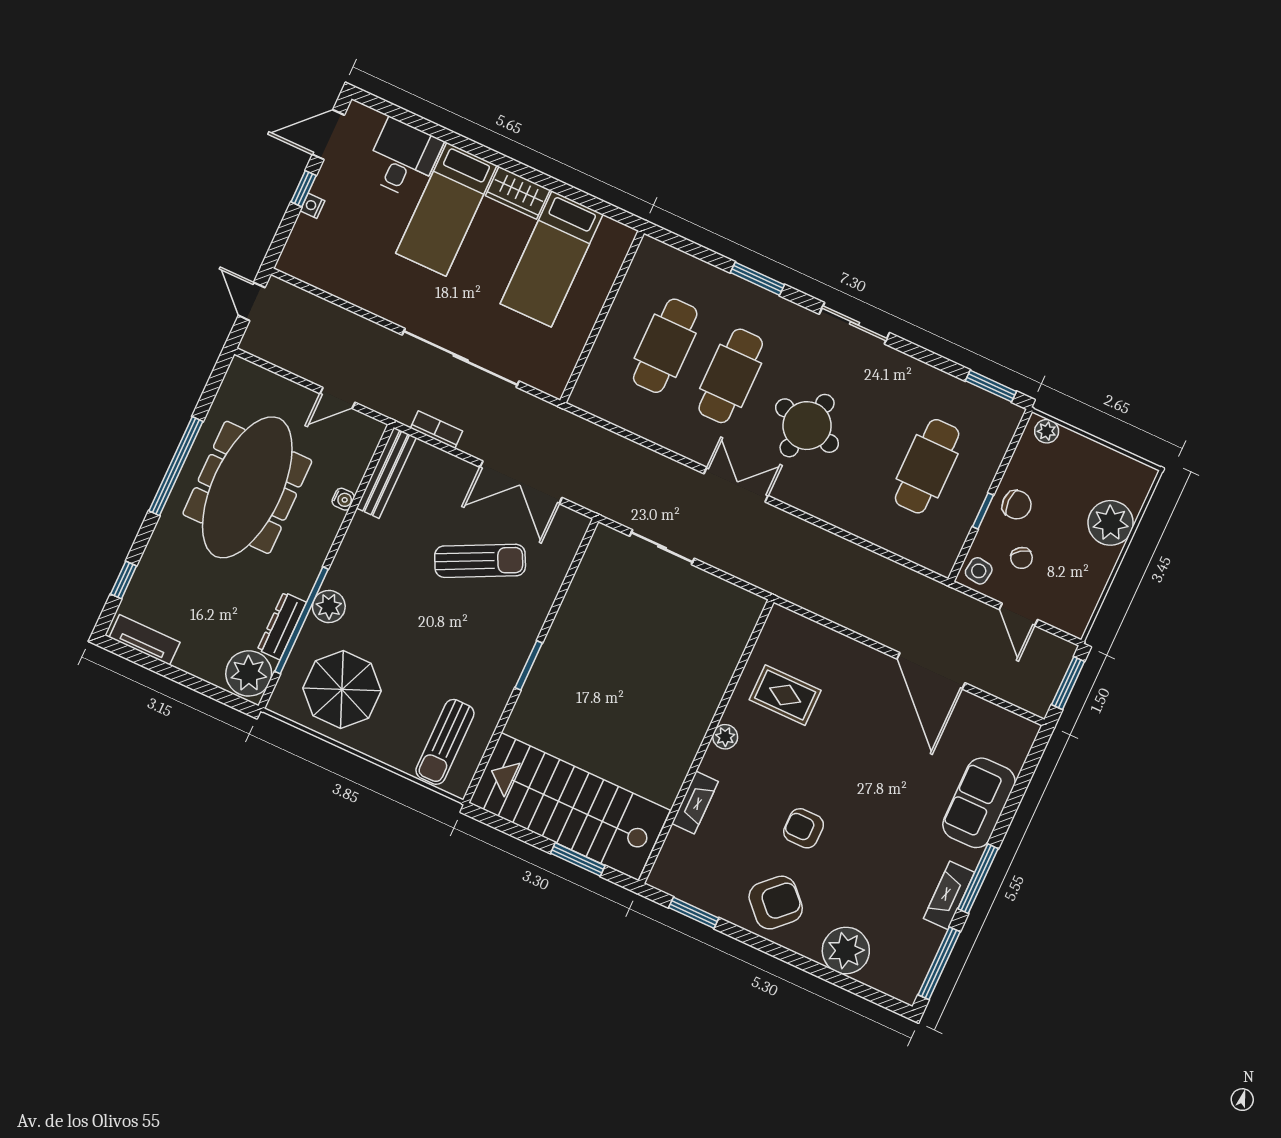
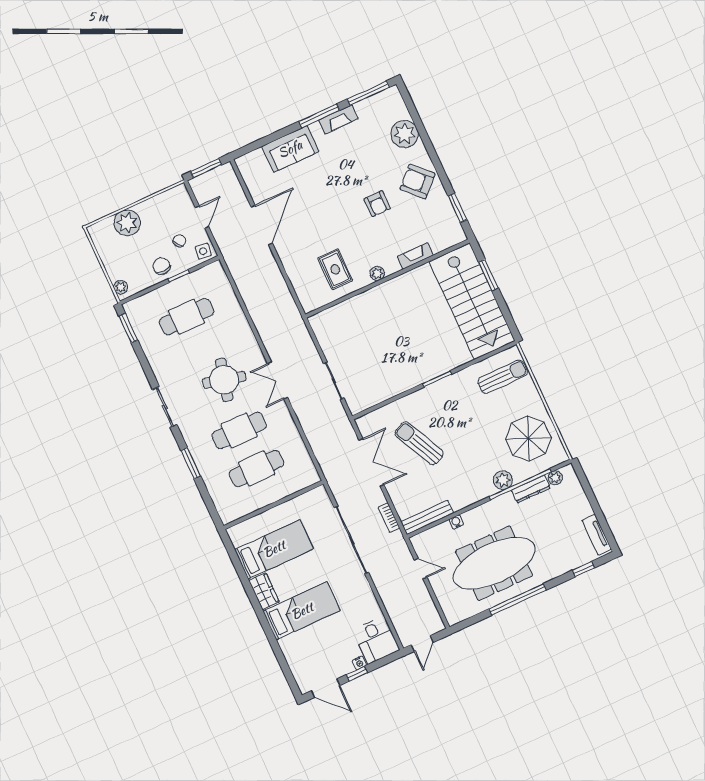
desk: (403, 159) -> (376, 640), moved, turned -90
plant: (249, 673) -> (555, 478), width x0.53, depth x0.53

